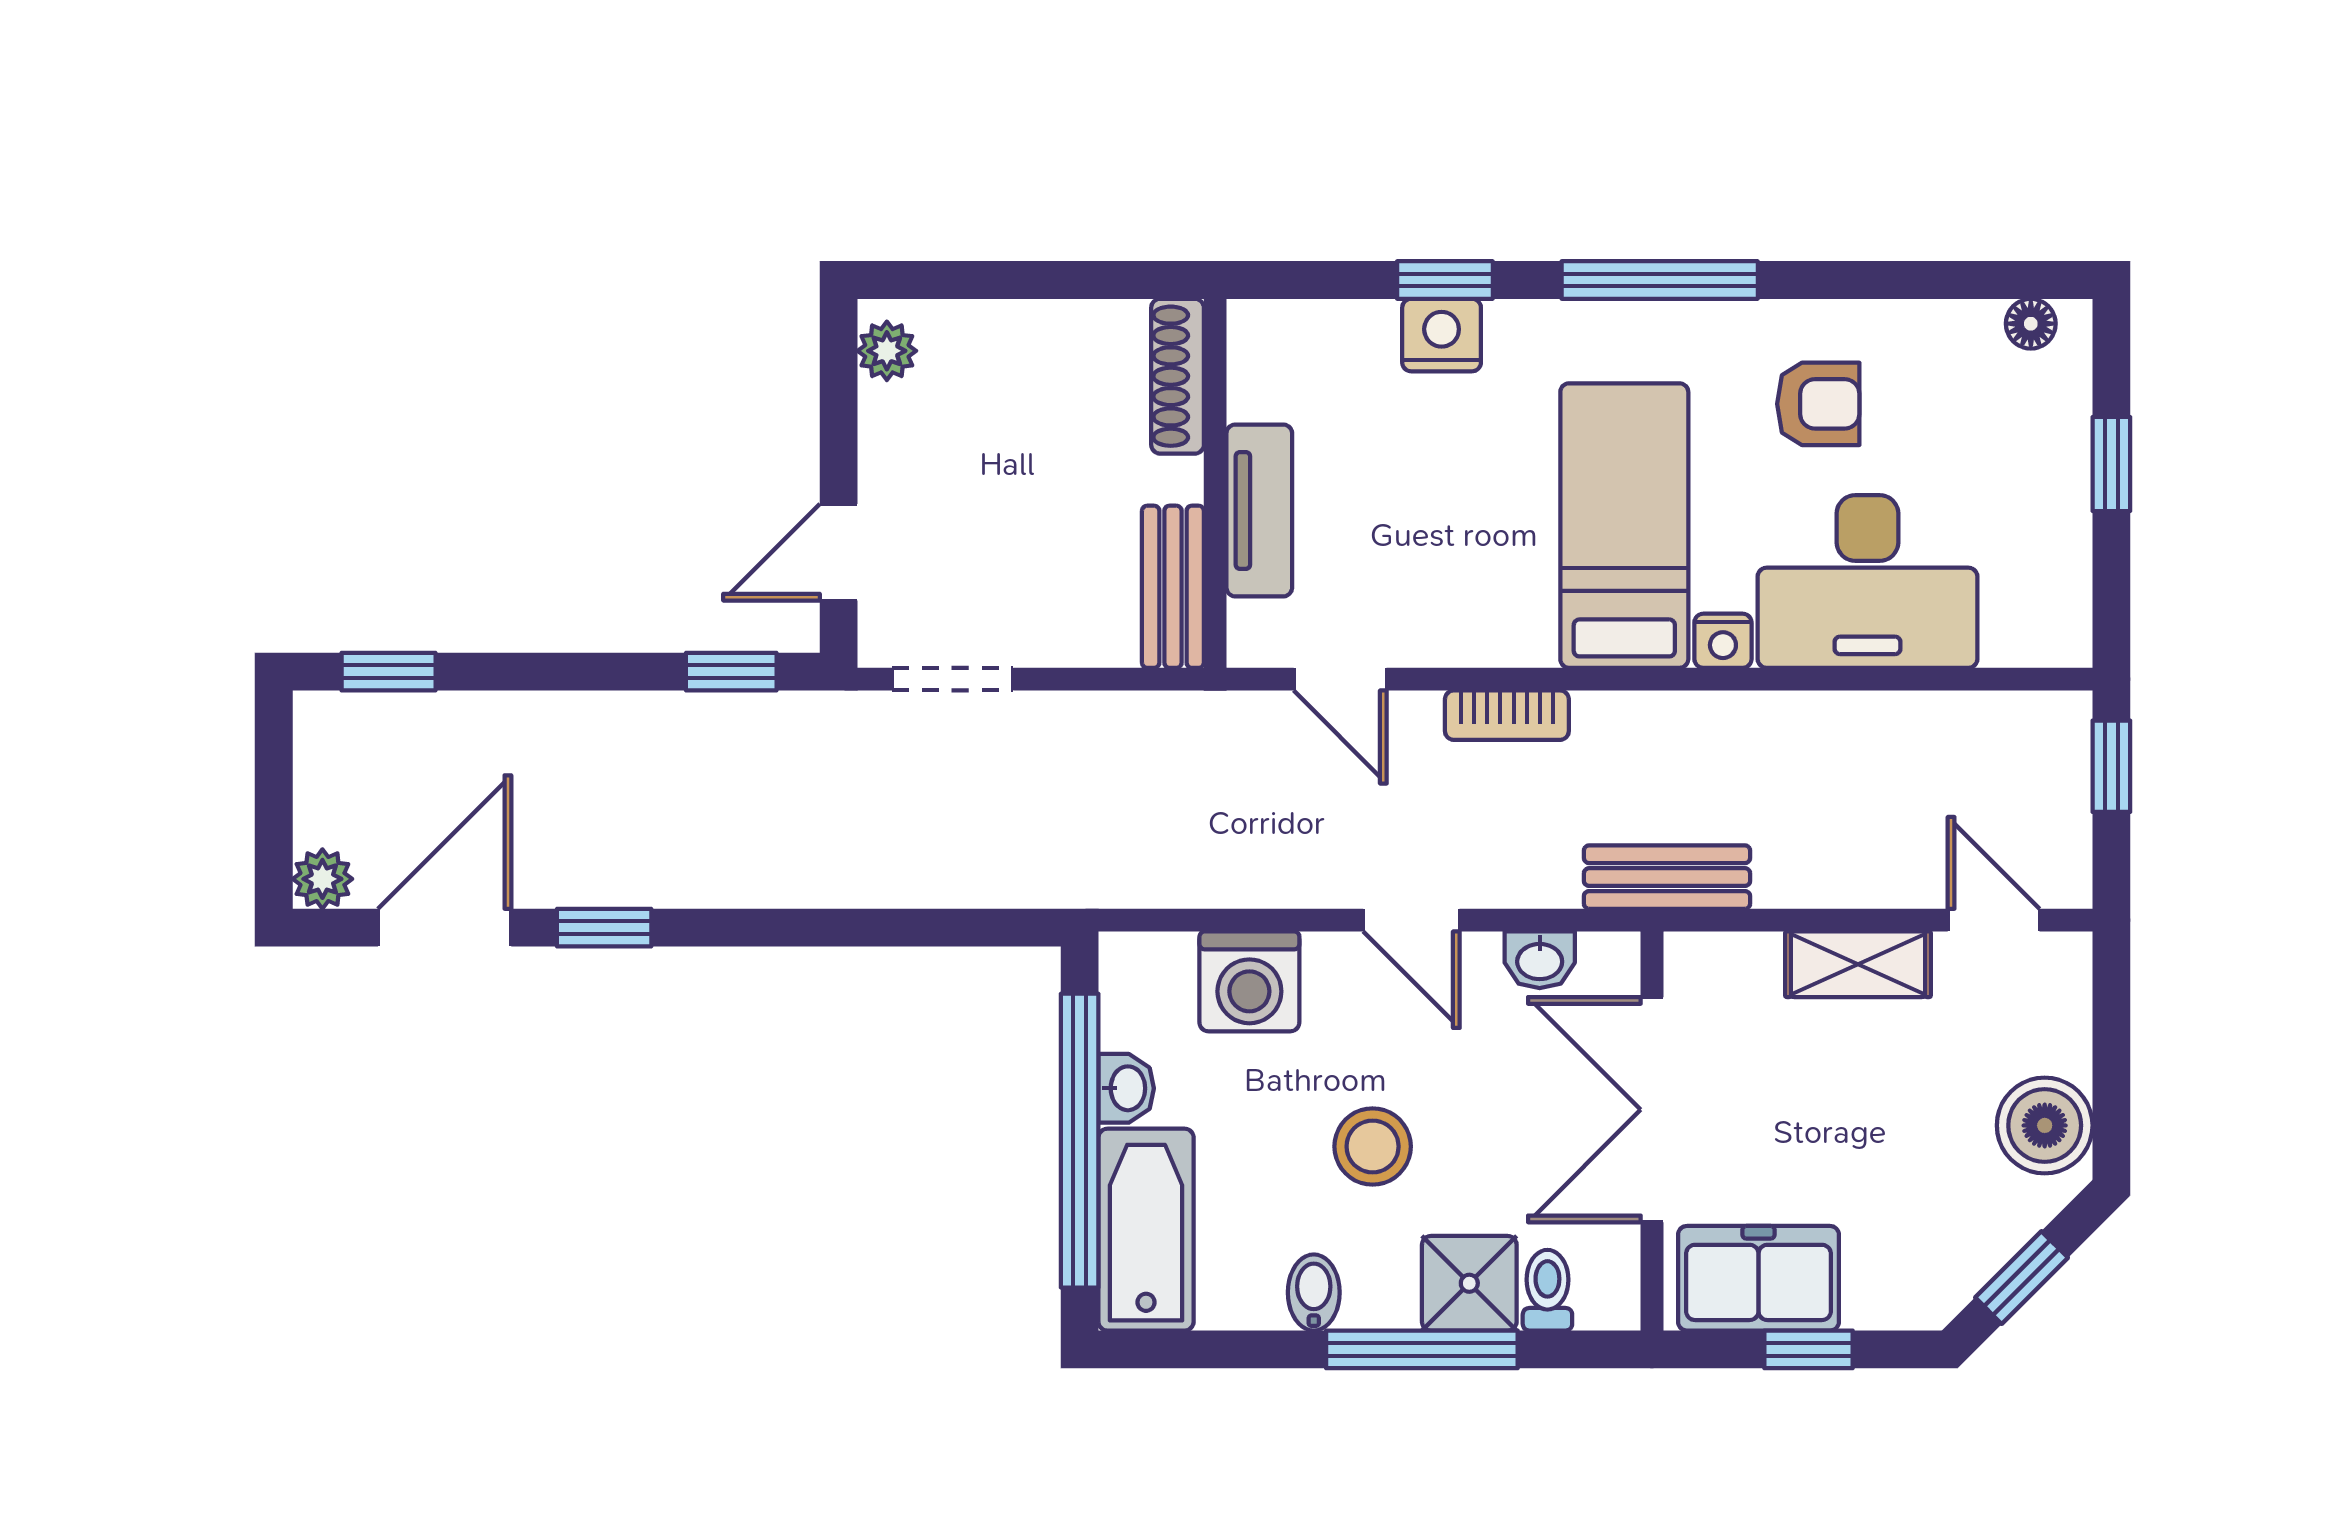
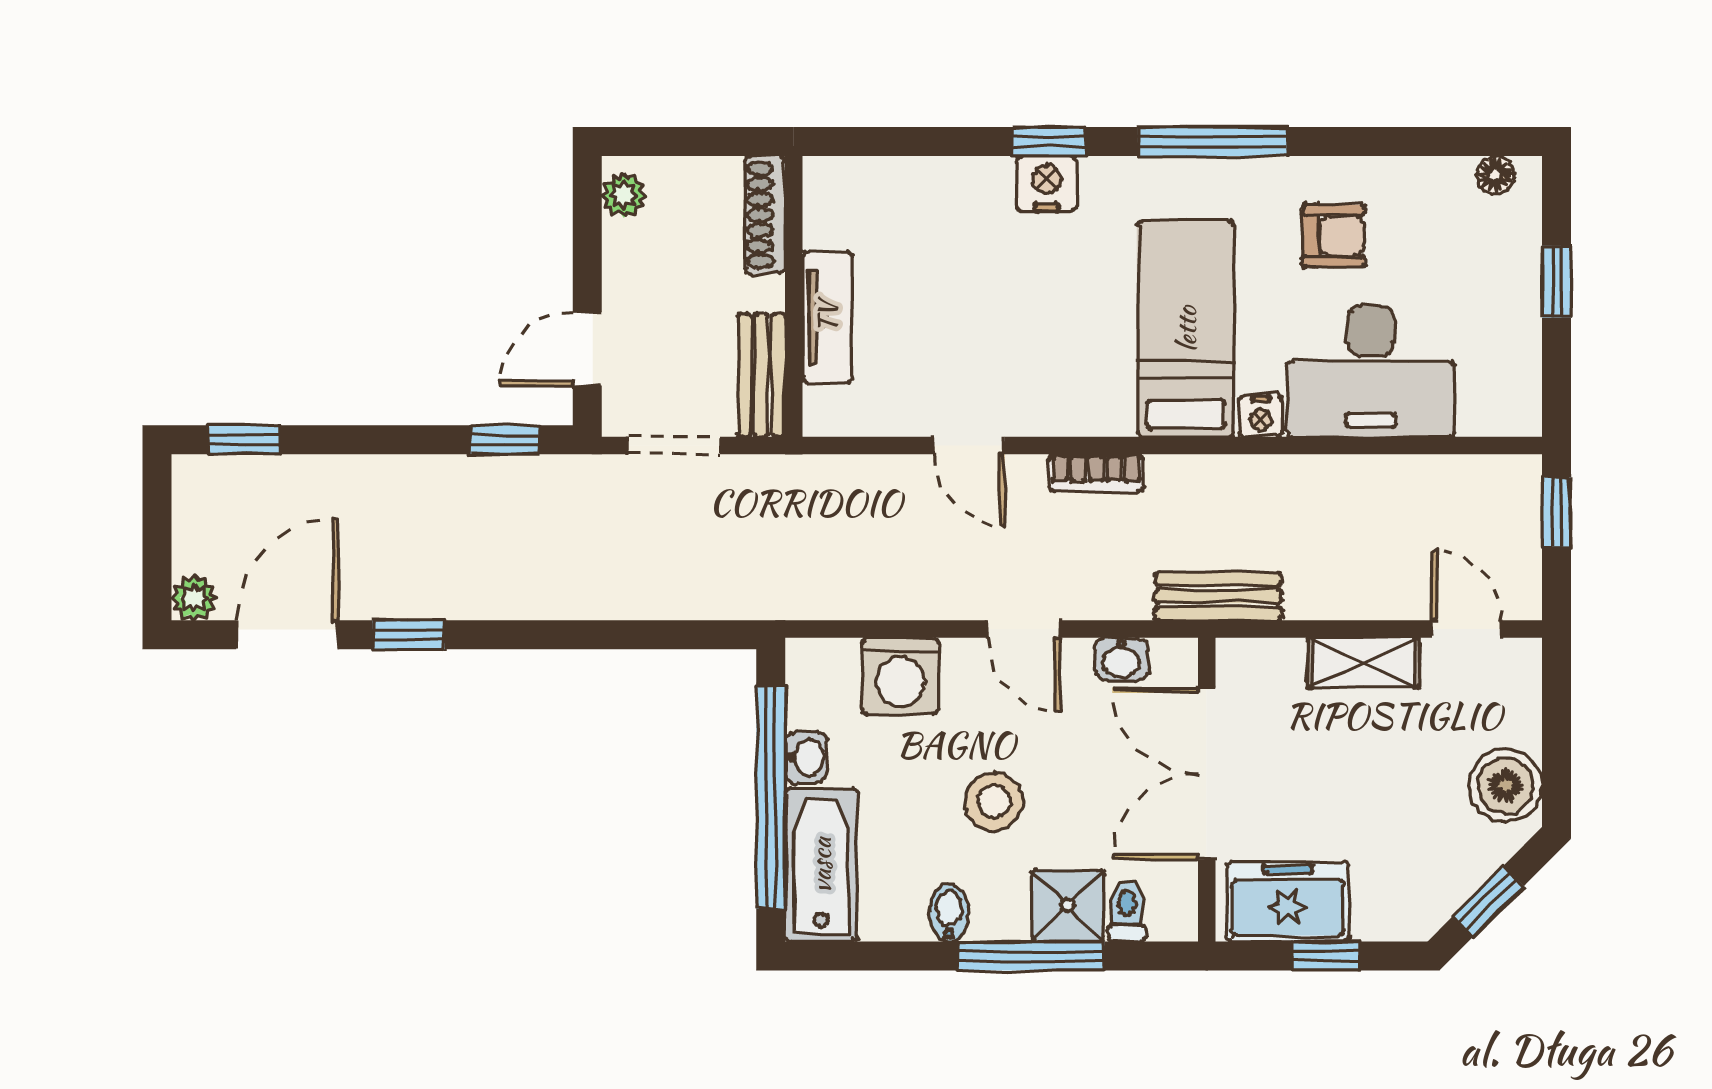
shoe rack: (1178, 376) -> (765, 215), moved
wall: (1215, 483) -> (794, 296), moved
tv unit: (1259, 510) -> (827, 317), moved
bench: (1173, 587) -> (762, 375), moved

